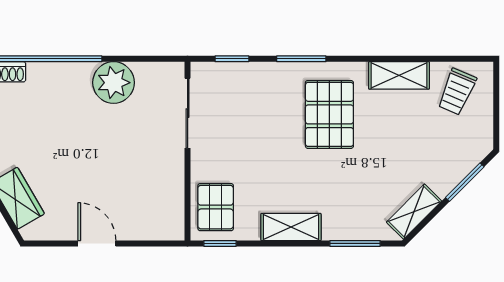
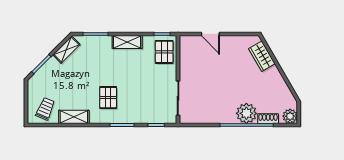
plant: (114, 83) -> (246, 113), moved
pallet: (329, 114) -> (108, 98), width x0.67, depth x0.71
door: (97, 243) -> (210, 34), moved

